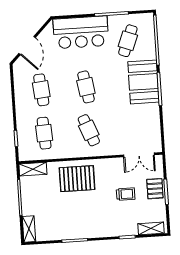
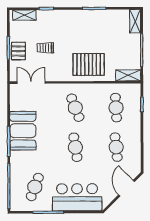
booth: (143, 82) -> (23, 131), moved

